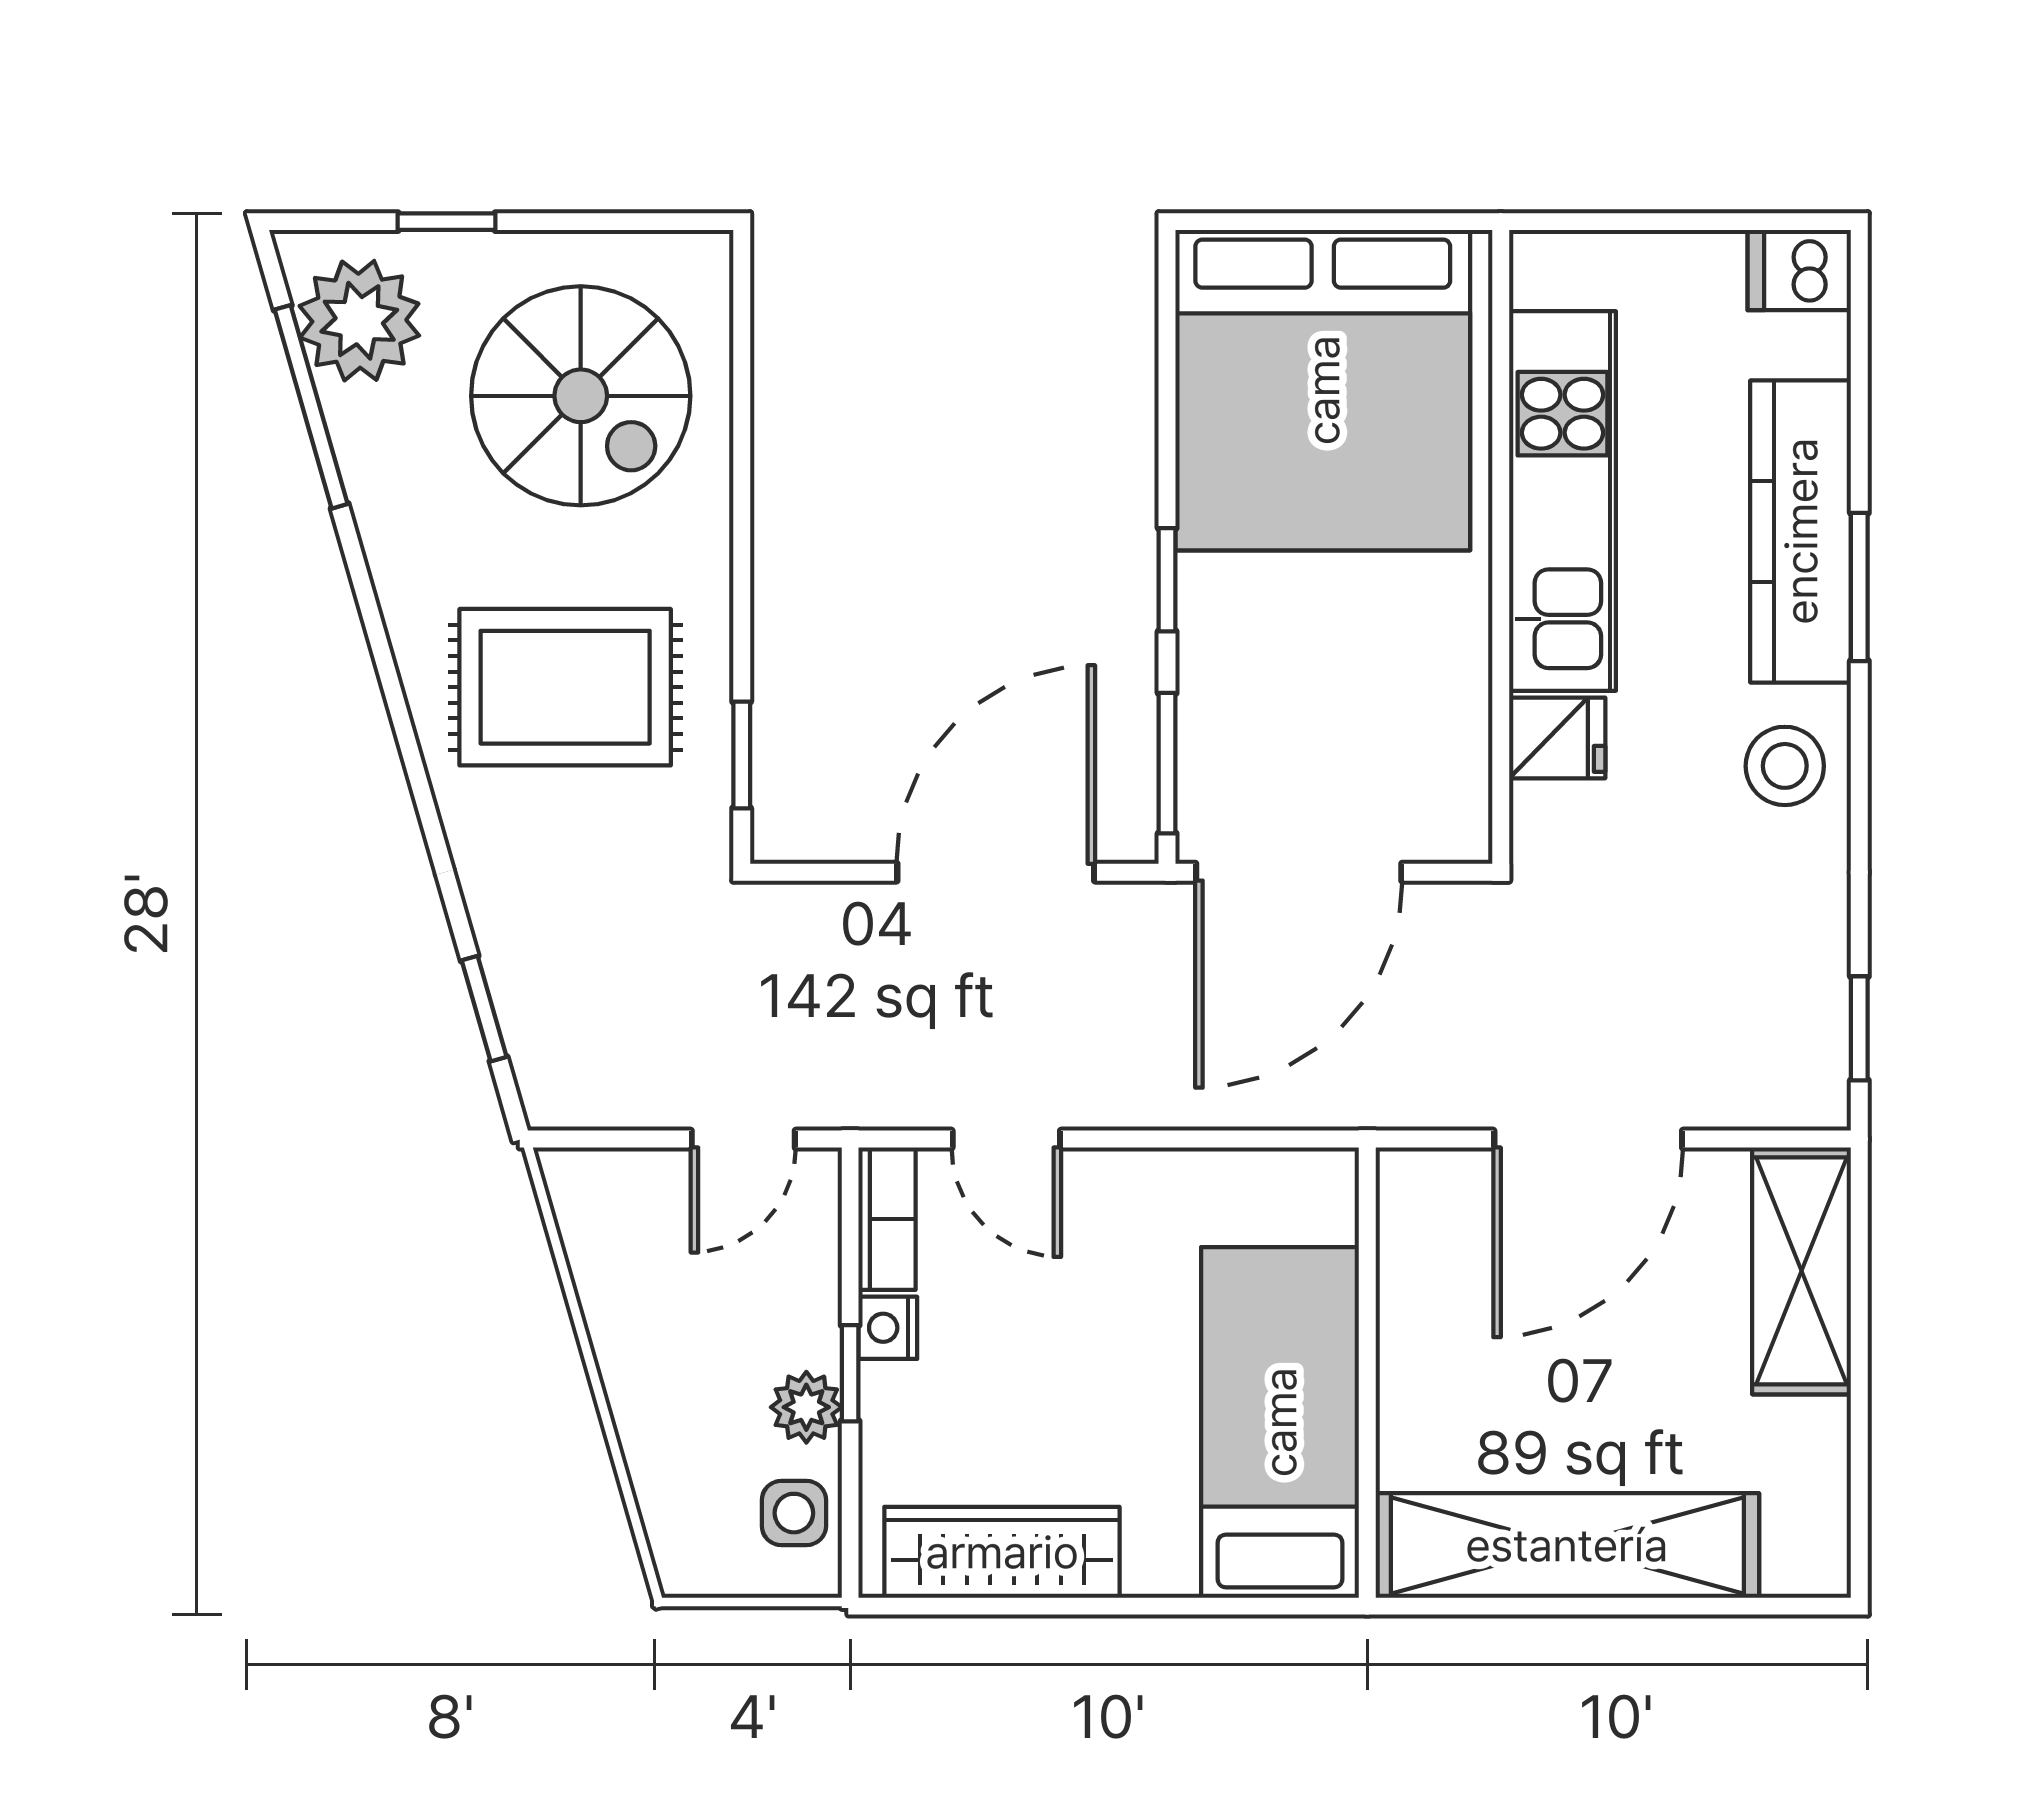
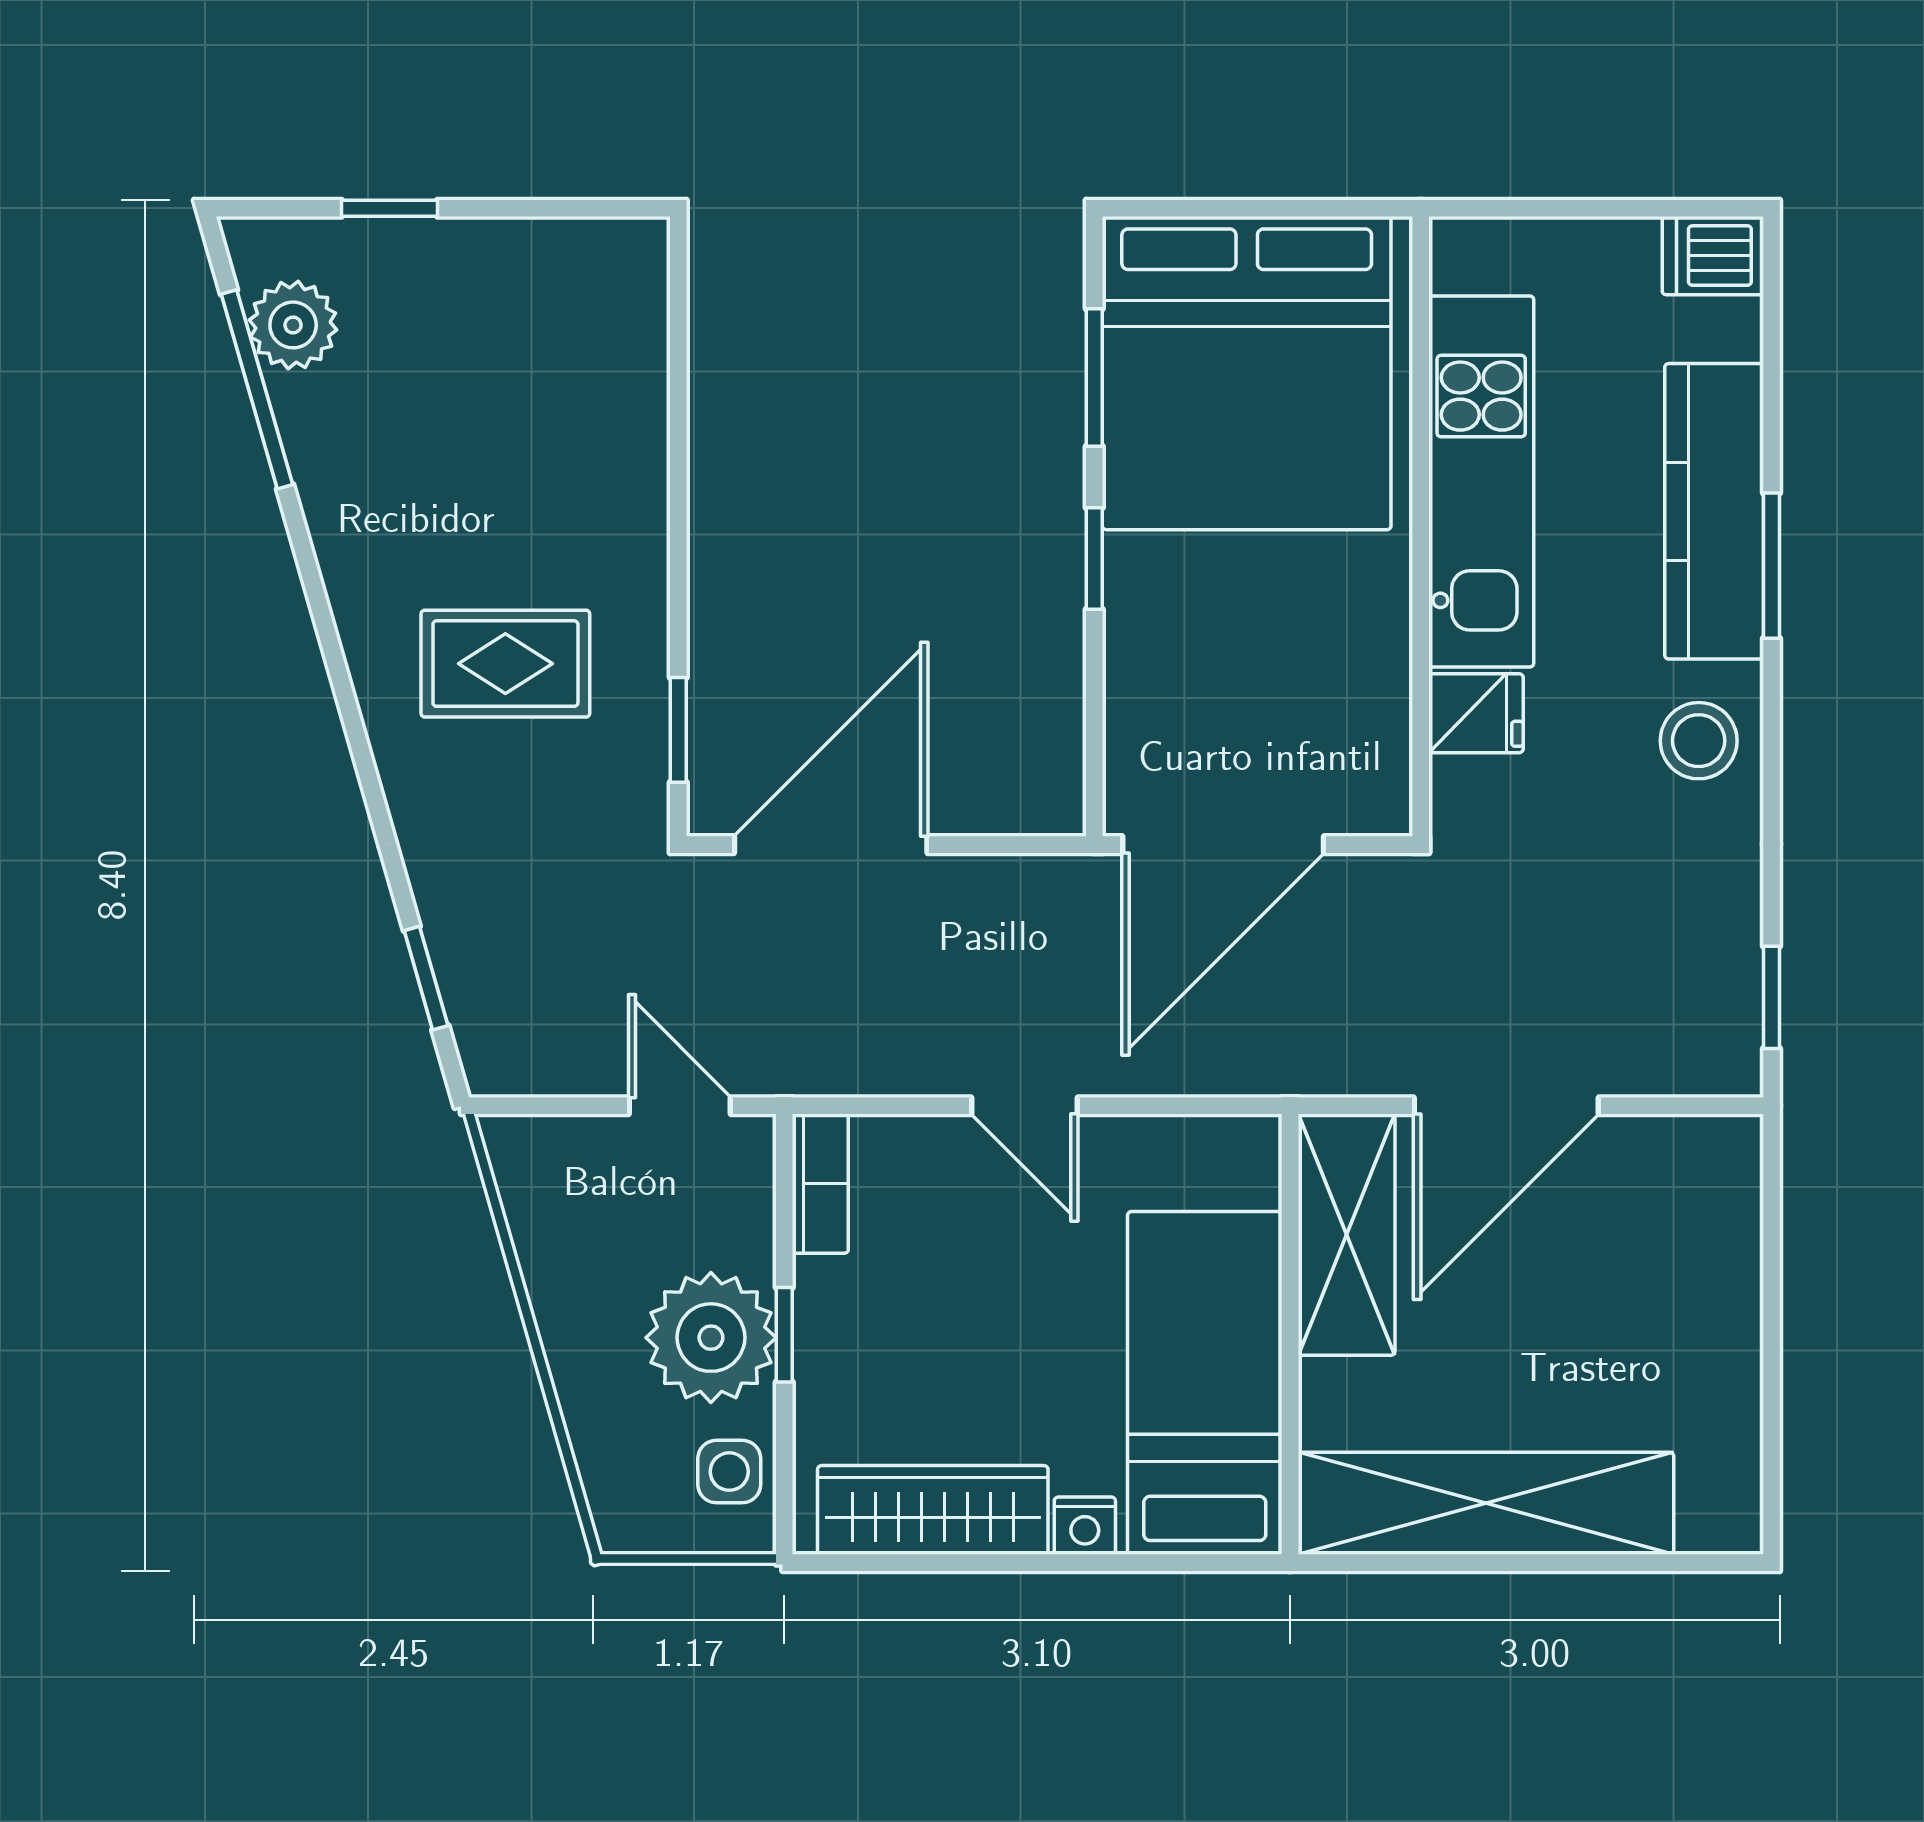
plant: (359, 321) -> (293, 325), width x0.73, depth x0.73
spiral stairs: (581, 396) -> (521, 379), removed
rug: (565, 687) -> (505, 664), width x0.73, depth x0.70
window: (1167, 763) -> (1094, 378), moved
door: (996, 872) -> (831, 845), moved
door: (743, 1139) -> (680, 1106), swing flipped
door: (1006, 1139) -> (1024, 1106), moved
shelving: (1802, 1271) -> (1347, 1235), moved
nightstand: (888, 1328) -> (1085, 1526), moved, turned -90
plant: (806, 1407) -> (711, 1338), width x1.88, depth x1.88

